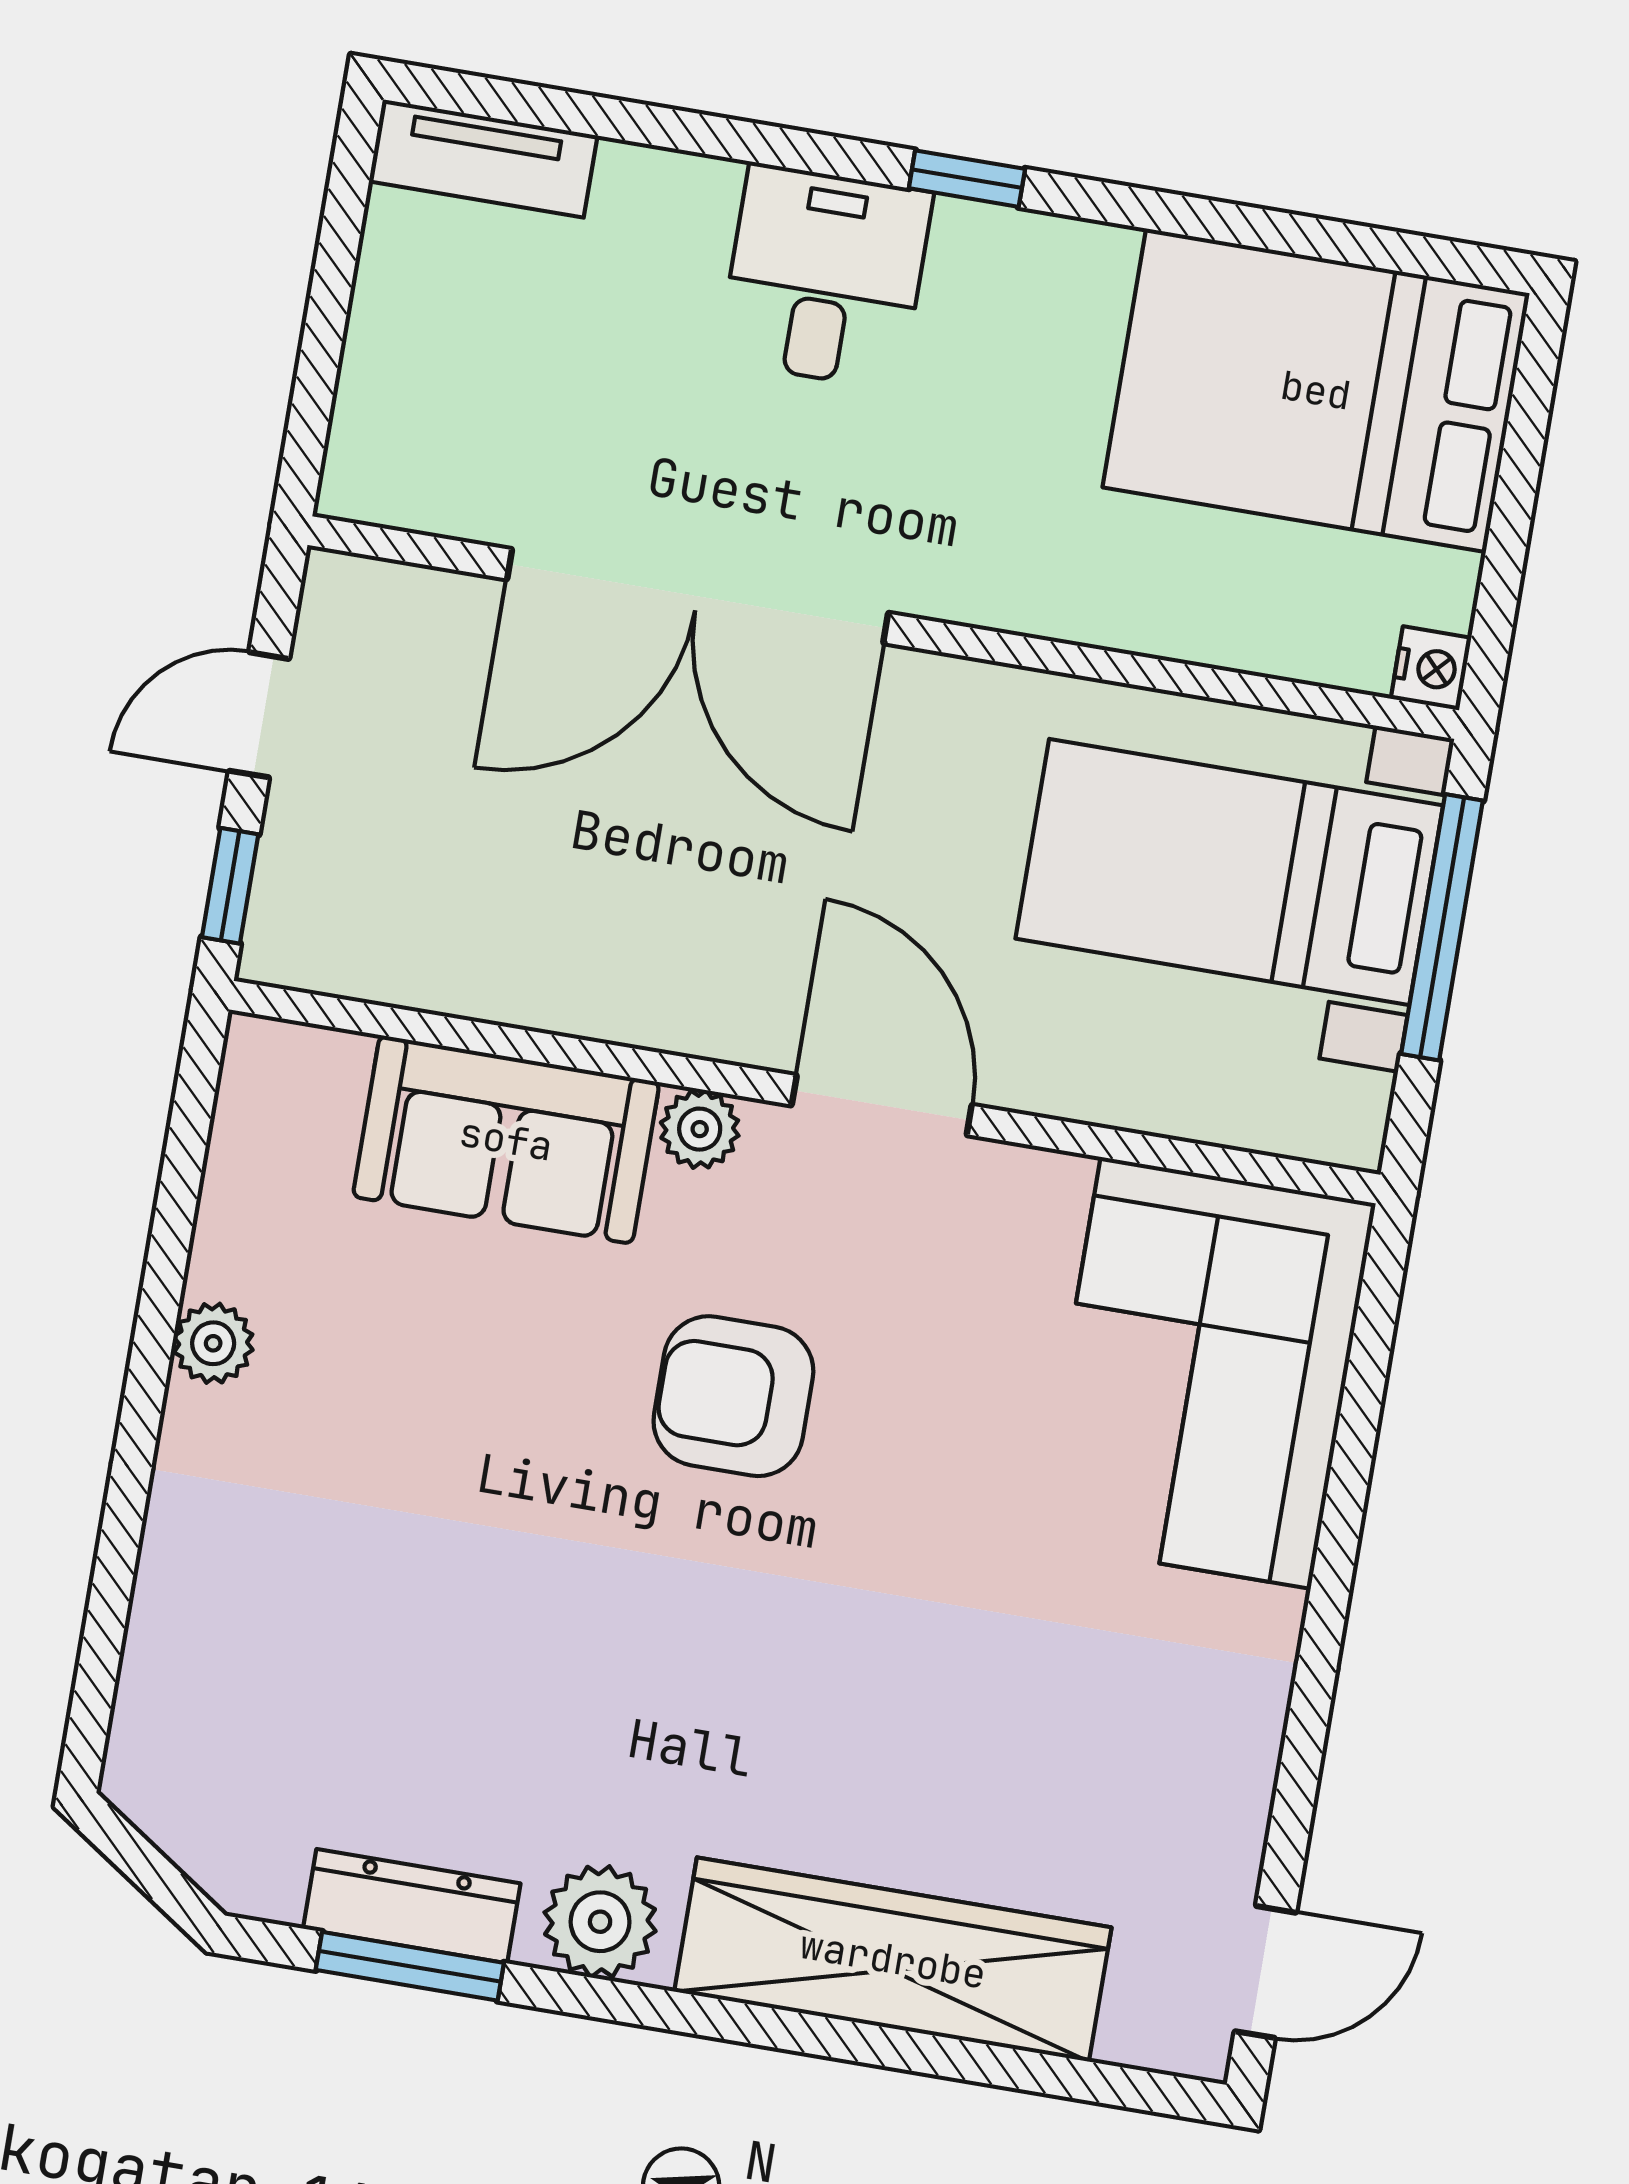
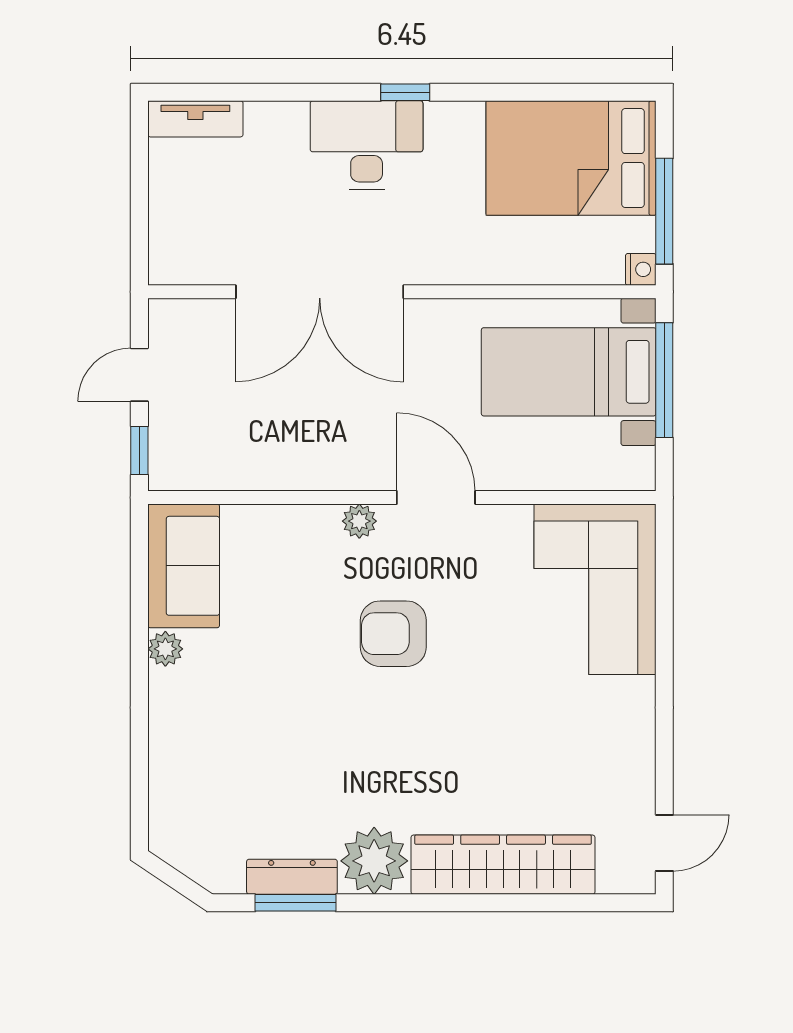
desk: (825, 277) -> (367, 145), width x1.37
window: (1507, 546) -> (664, 211), added
sofa: (506, 1139) -> (184, 566), moved, turned -90
plant: (600, 1922) -> (374, 861), width x1.36, depth x1.36

